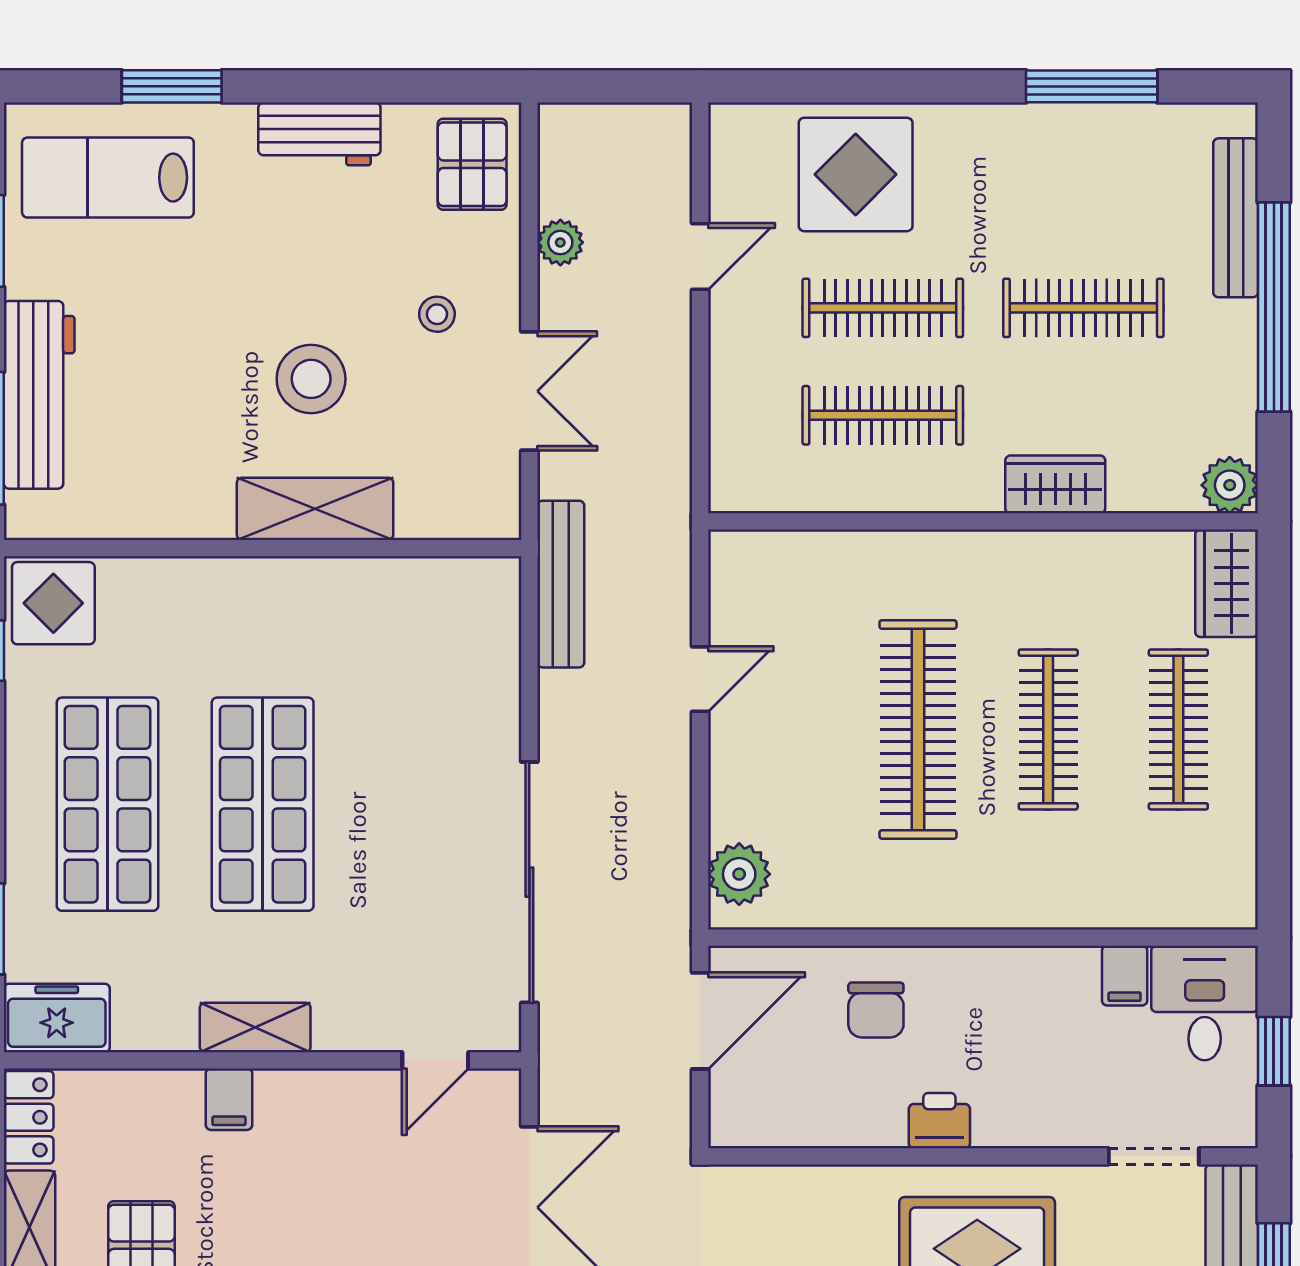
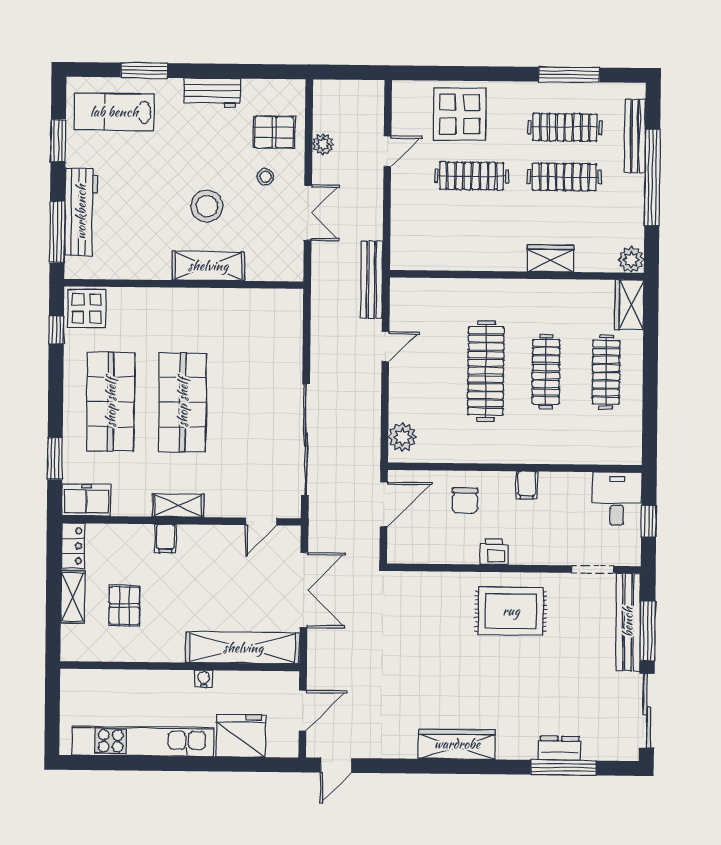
pallet: (472, 164) -> (274, 132), moved, turned 90
clothes rail: (883, 415) -> (565, 127), moved
bench: (561, 584) -> (372, 280), moved
filing cabinet: (1125, 976) -> (527, 485), moved

